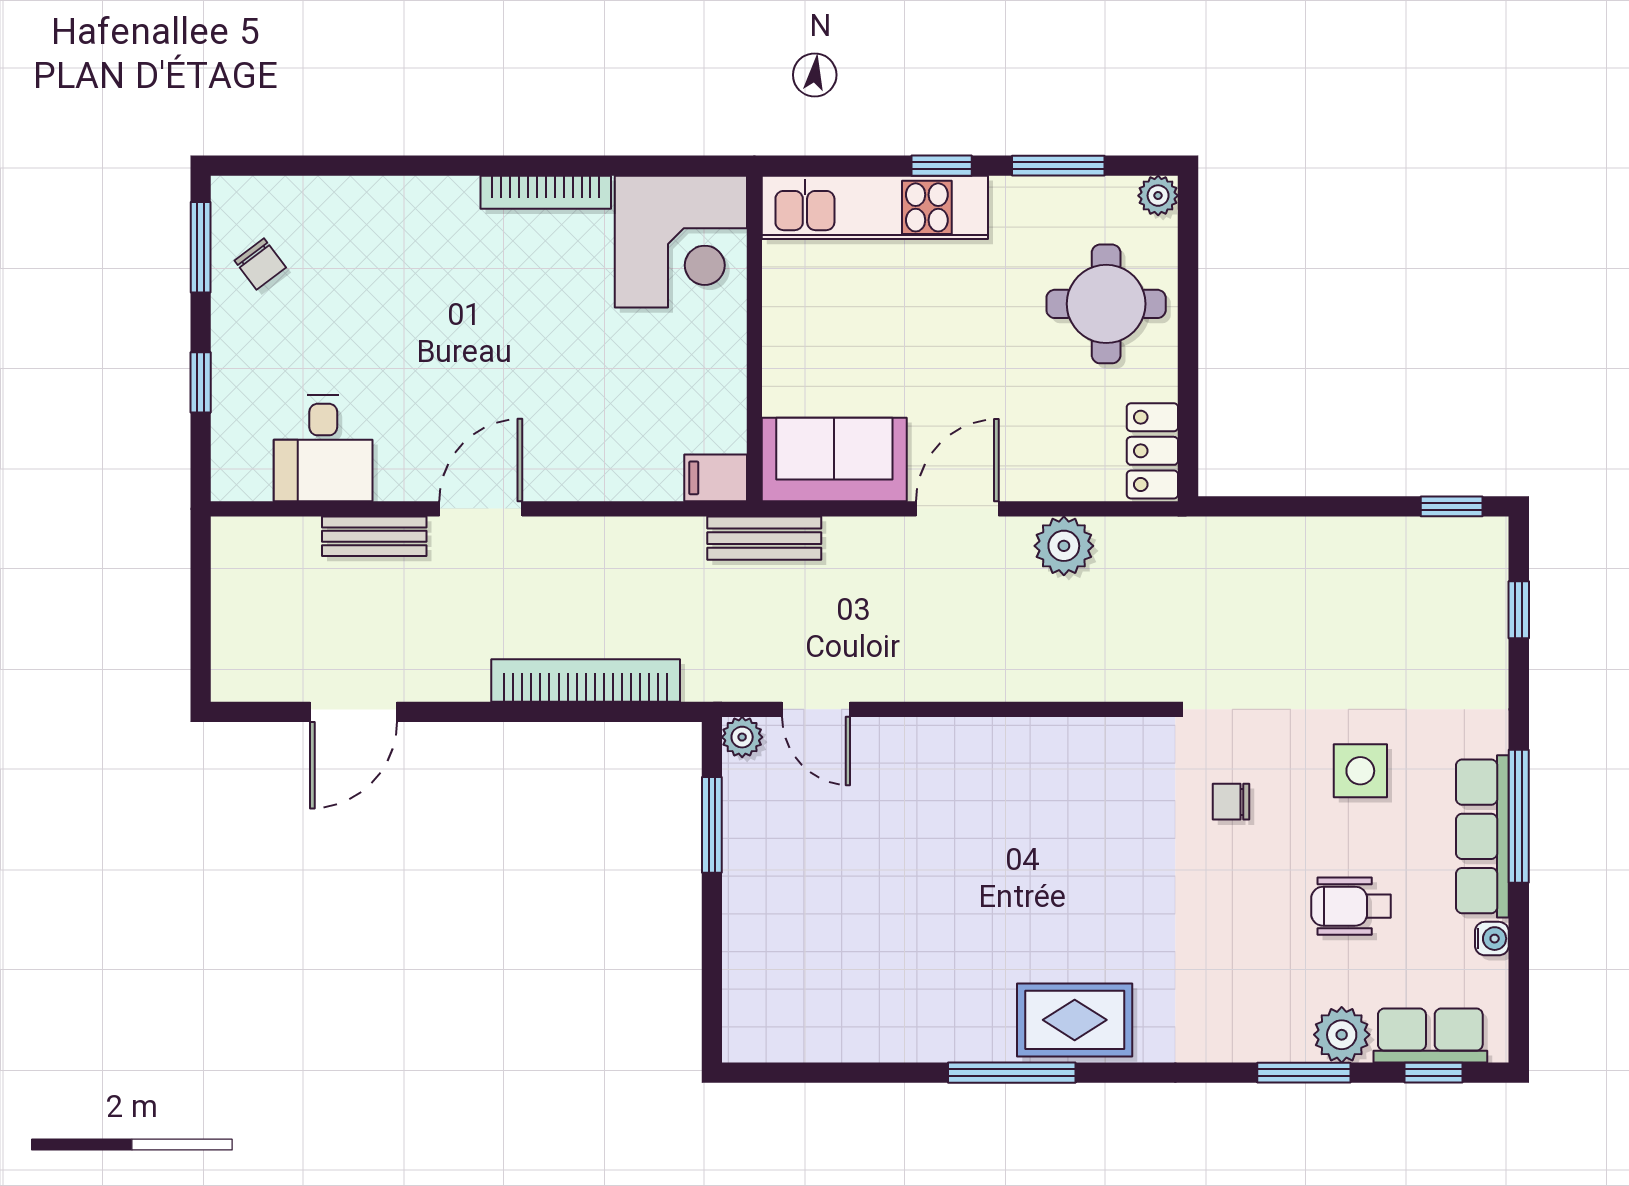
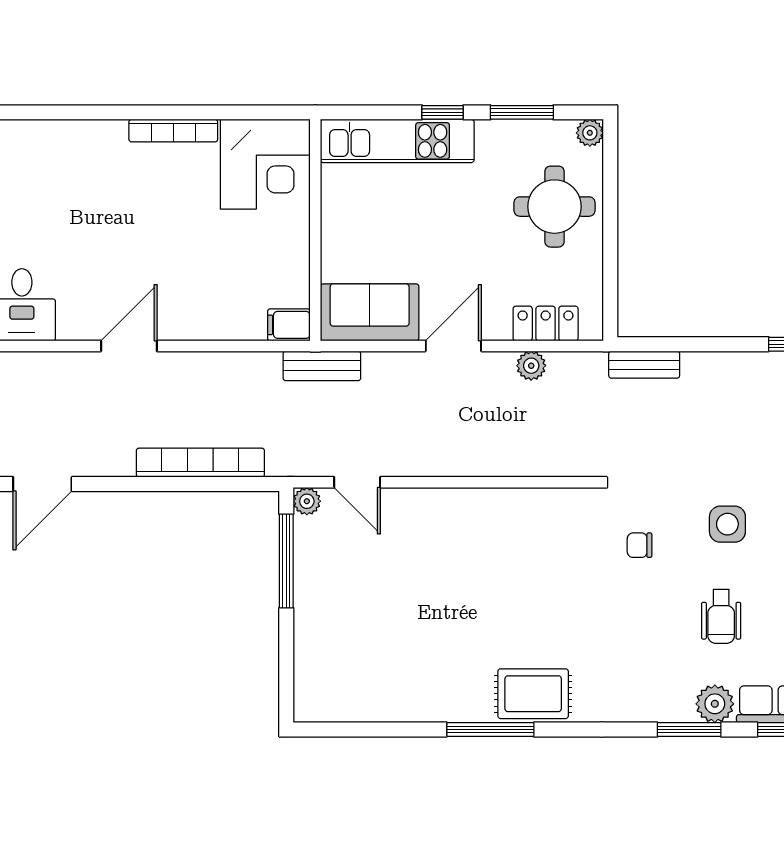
locker: (1152, 451) -> (546, 323), moved, turned 90
bench: (374, 536) -> (644, 365), moved
plant: (1064, 546) -> (531, 366), width x0.73, depth x0.73
window: (712, 825) -> (286, 561), width x1.44
wheelchair: (1351, 906) -> (721, 616), turned -90

